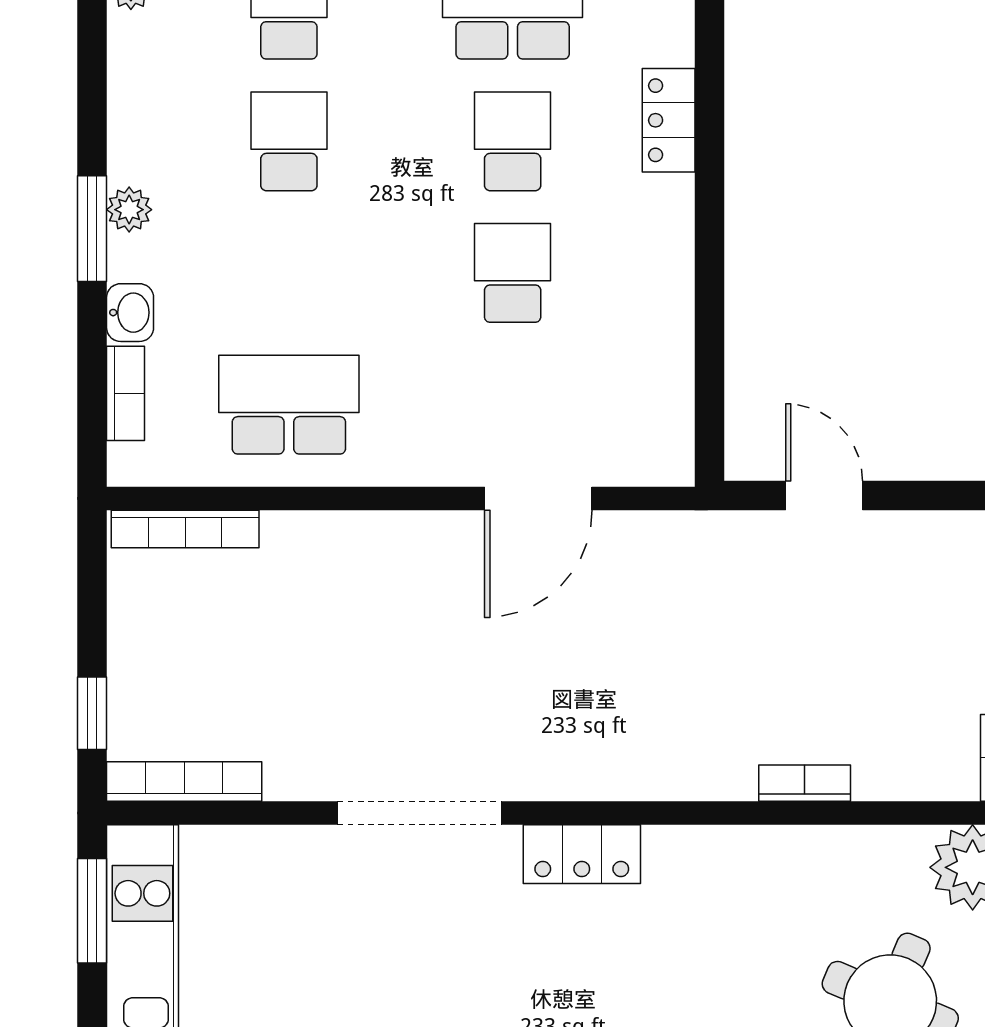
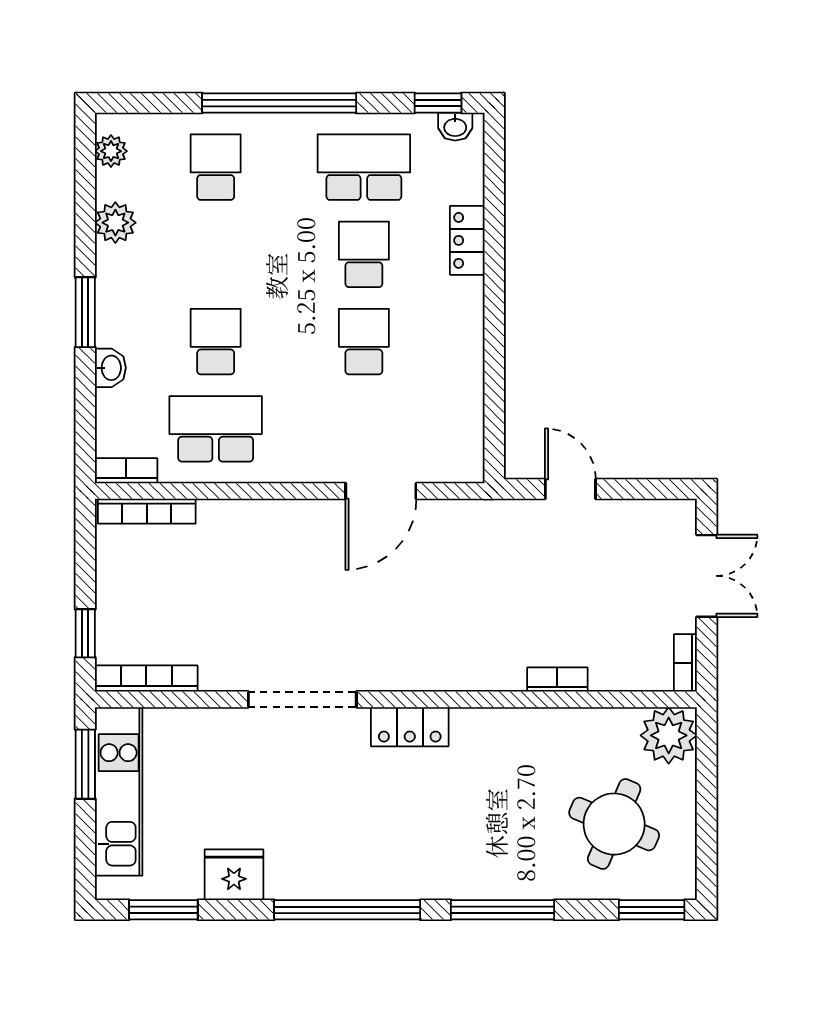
school desk: (289, 141) -> (216, 342), moved
plant: (129, 210) -> (115, 223), moved, width x1.38, depth x1.38
bookcase: (125, 393) -> (126, 471), moved, turned -90

